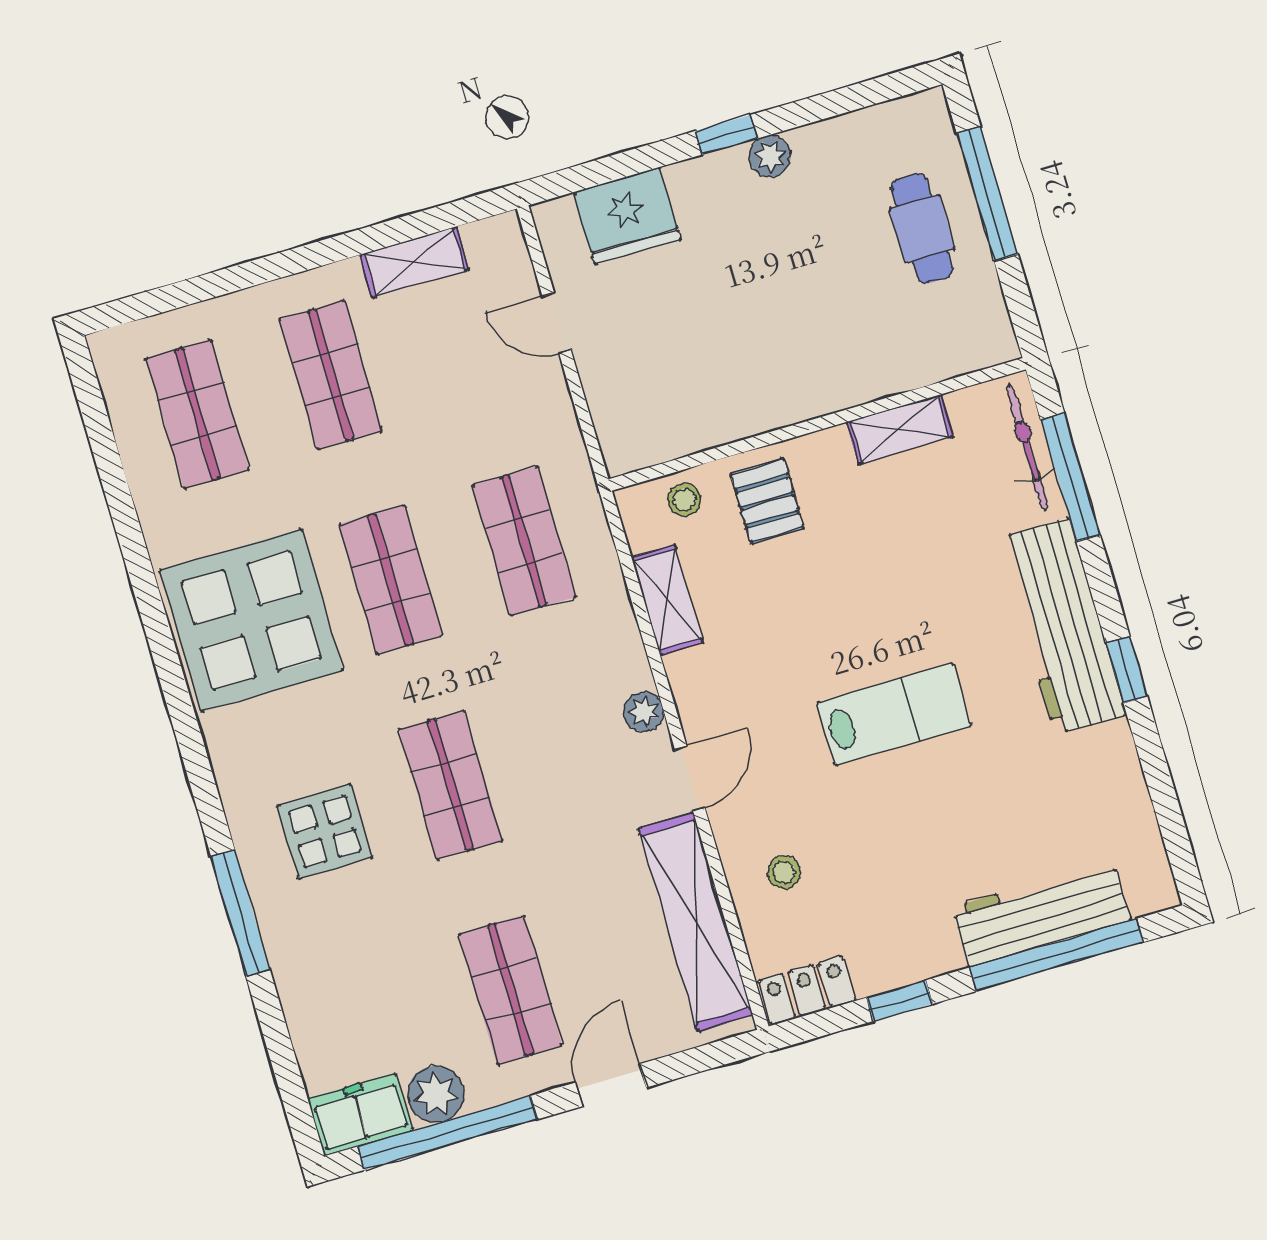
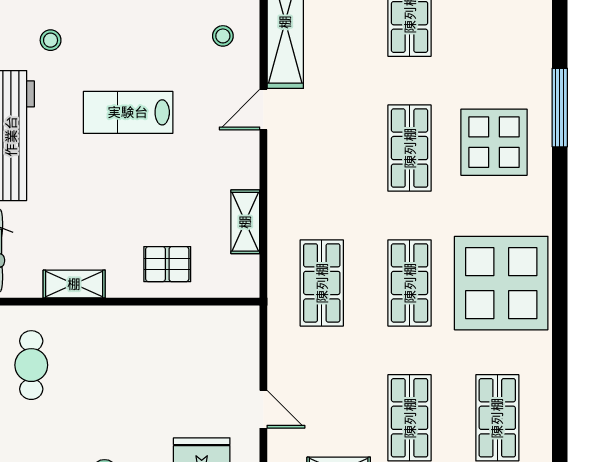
cafe table: (922, 229) -> (31, 365), moved
stool: (684, 500) -> (51, 40), moved
pallet: (767, 501) -> (167, 264), turned 90
plant: (644, 712) -> (279, 158), removed
display table: (325, 831) -> (494, 142), width x1.36, depth x1.36

